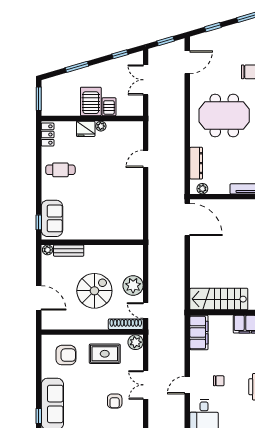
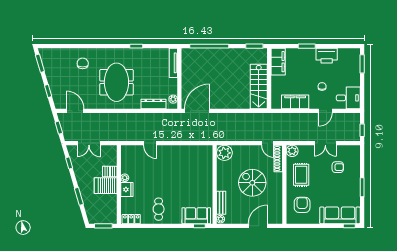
plant: (133, 285) -> (224, 153), moved
door: (146, 311) -> (268, 143), hinge flipped
filing cabinet: (199, 333) -> (295, 102), moved
door: (187, 385) -> (325, 111), hinge flipped

